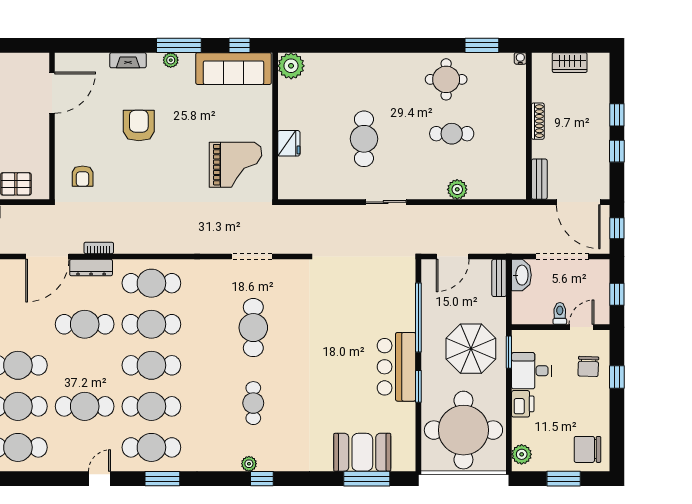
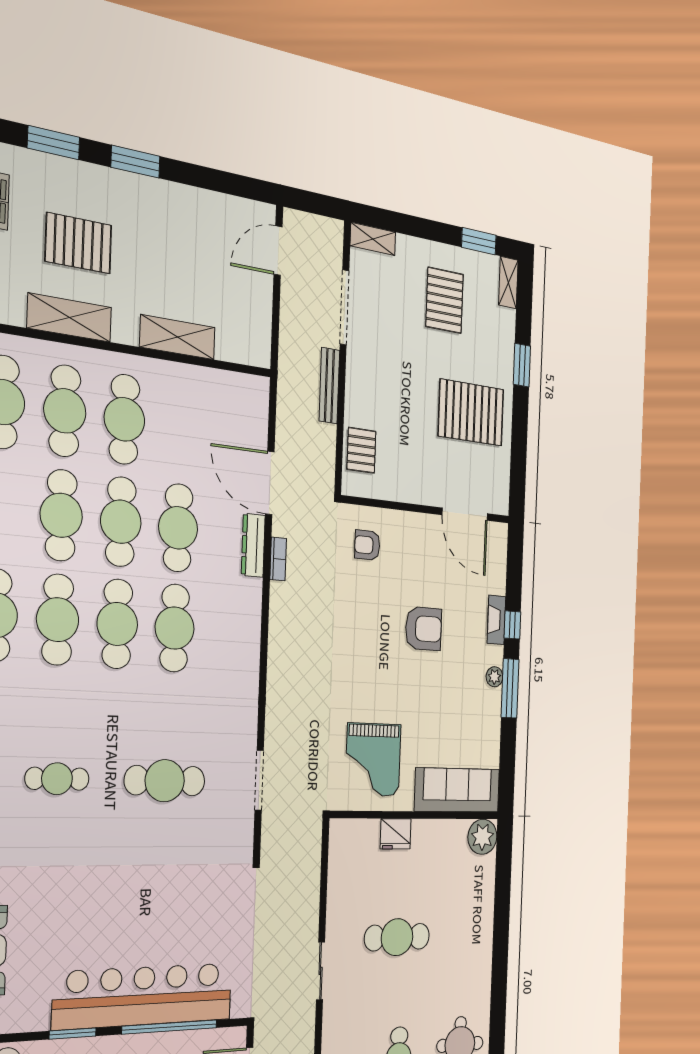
window: (240, 45) -> (512, 625), moved
sofa: (234, 69) -> (457, 790), moved, turned 90
cafe table: (151, 283) -> (121, 522), moved
bar counter: (396, 367) -> (144, 996), width x1.86

